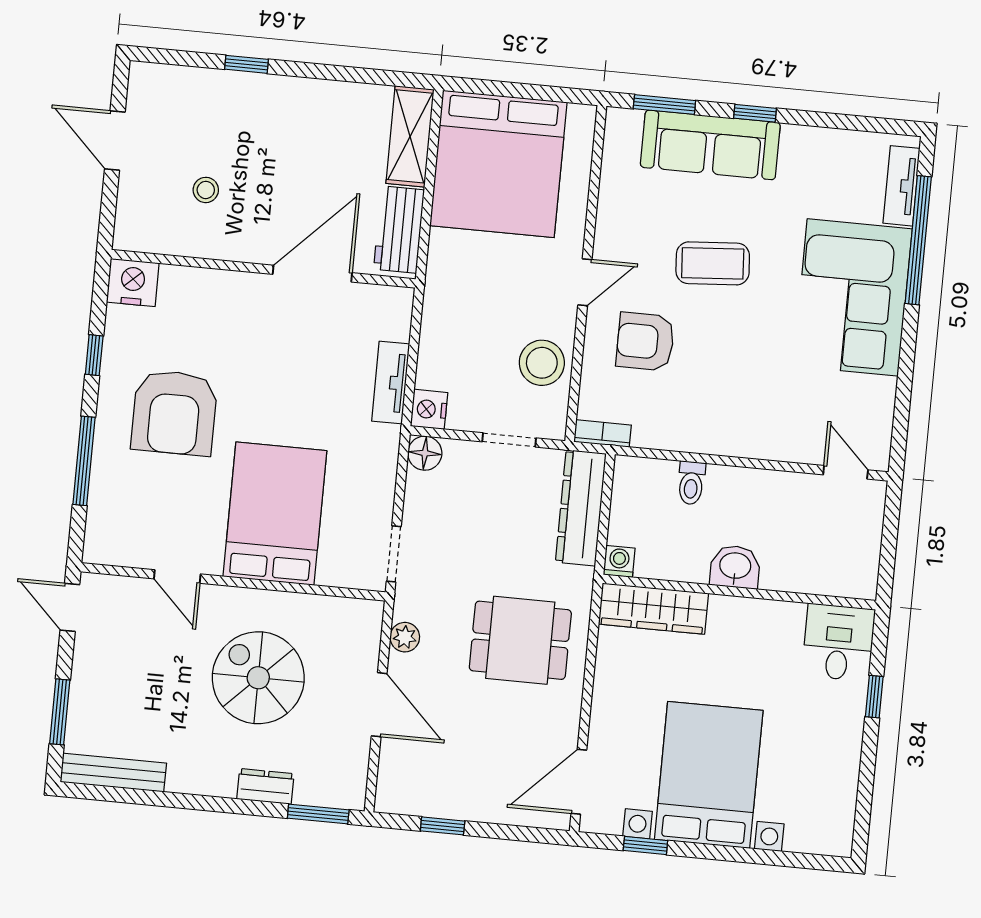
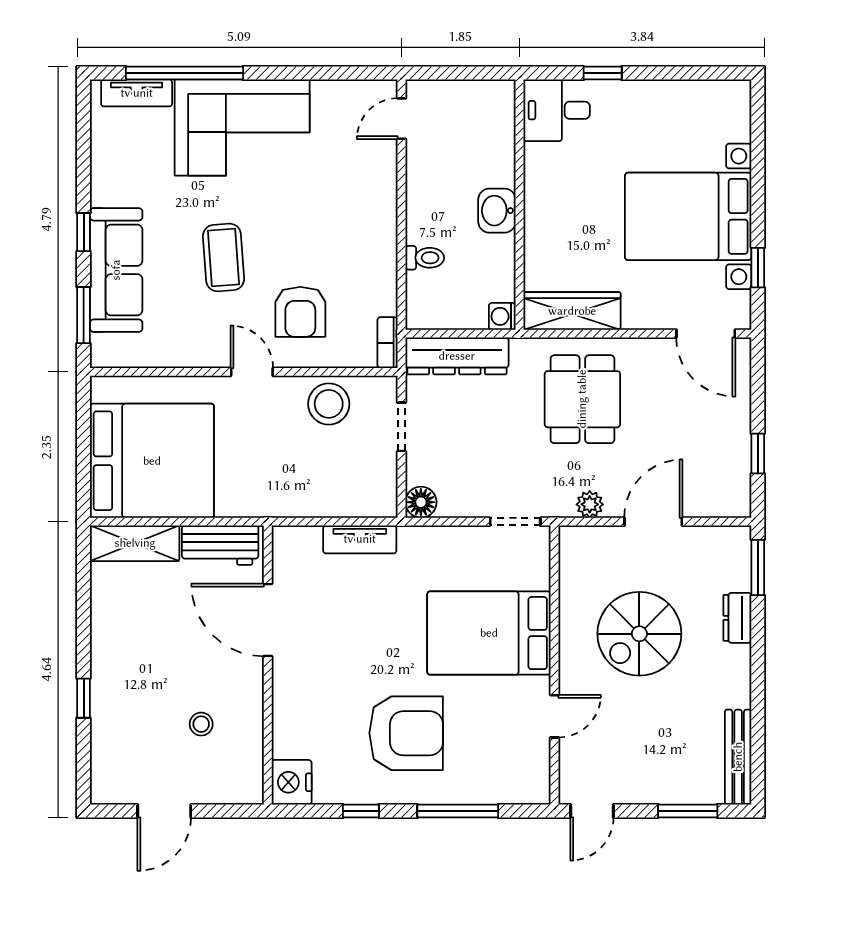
nightstand: (429, 409) -> (381, 502), removed
wardrobe: (653, 609) -> (572, 311), moved, turned -90

